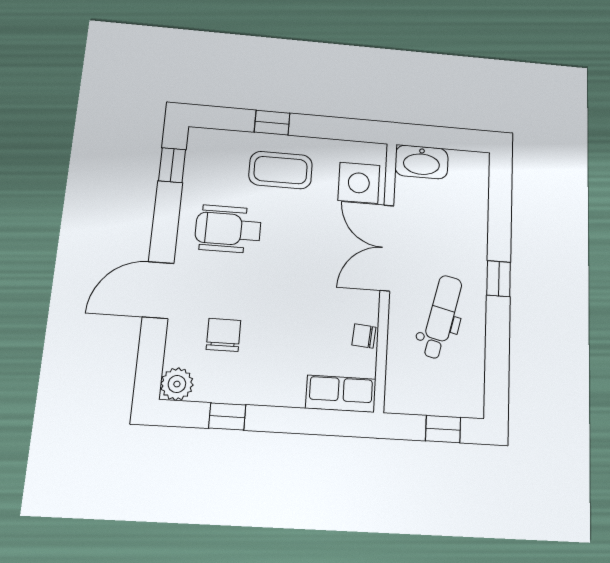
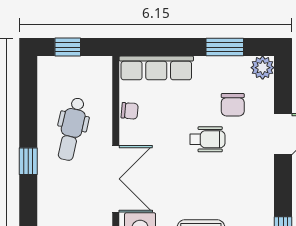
wheelchair: (228, 229) -> (207, 139), moved, width x0.73, depth x0.73
row of seats: (341, 394) -> (156, 68), width x1.48
window: (227, 416) -> (225, 47), width x1.50

